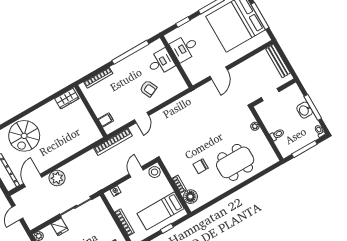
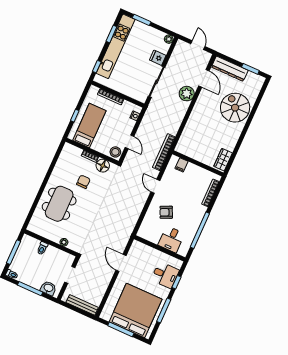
desk: (185, 48) -> (165, 275), moved, turned 90
washbasin: (305, 110) -> (48, 288), moved
floor lamp: (190, 197) -> (103, 166), moved

